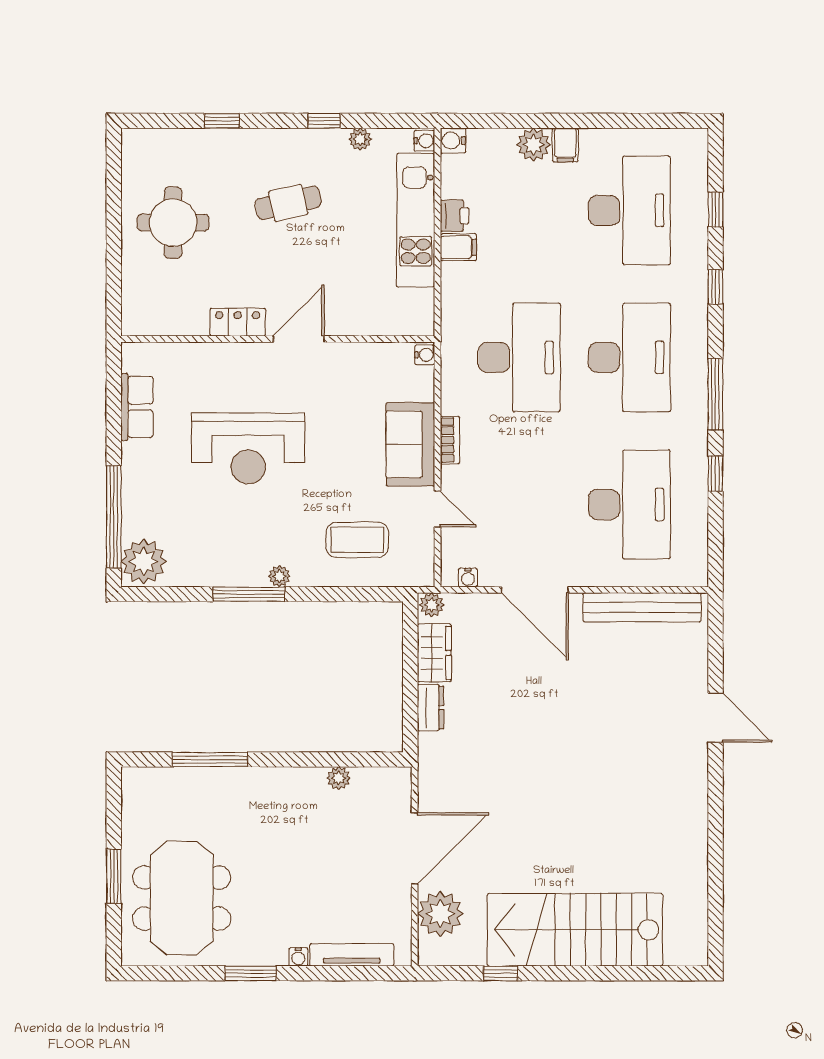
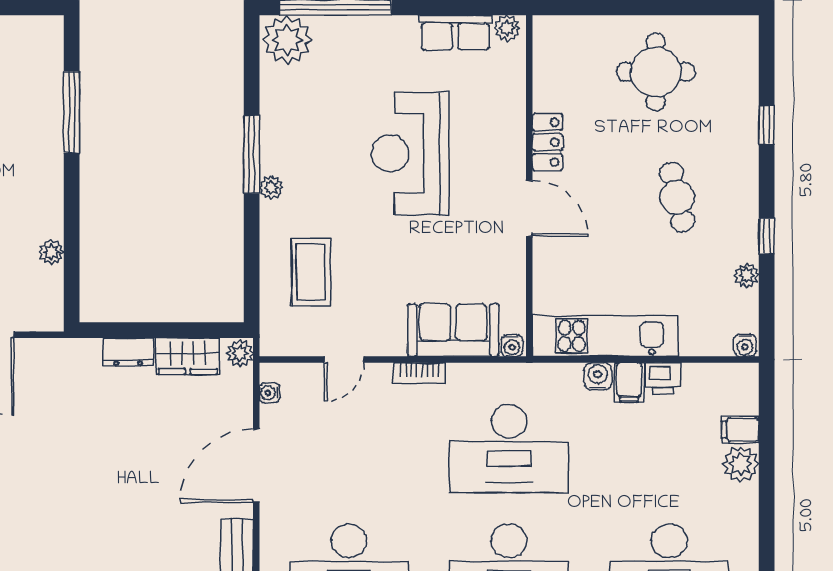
water cooler: (453, 141) -> (598, 376), moved
filing cabinet: (565, 145) -> (740, 430), moved
kitchen unit: (416, 220) -> (605, 336), moved
plant: (133, 359) -> (507, 28), added
sofa: (410, 444) -> (453, 330), moved

